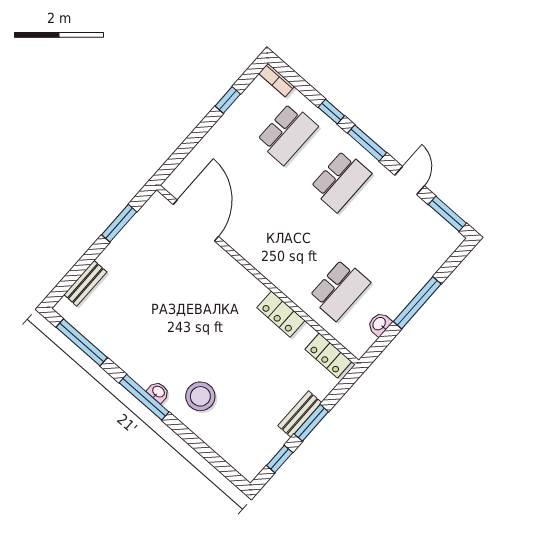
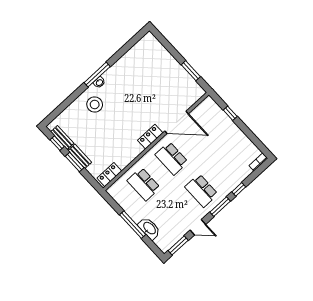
window: (228, 100) -> (230, 113), moved
school desk: (287, 134) -> (172, 158), moved
door: (196, 220) -> (177, 122), moved
bench: (85, 283) -> (62, 138), moved
locker: (281, 314) -> (150, 137), moved
washbasin: (380, 324) -> (149, 228), moved, width x1.91, depth x1.45
window: (82, 342) -> (130, 44), removed

